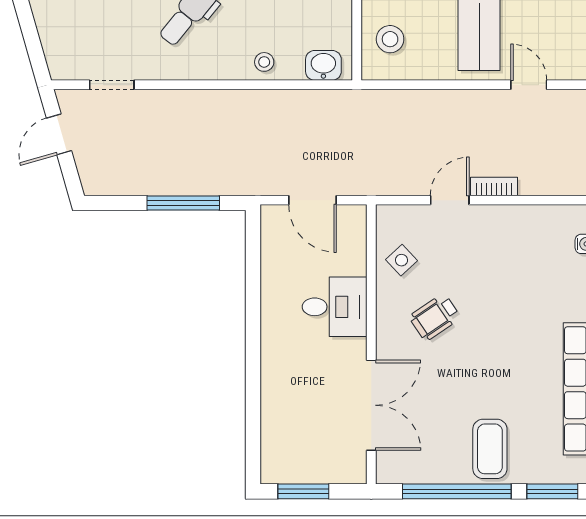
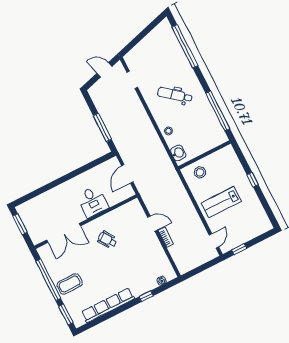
door: (529, 85) -> (214, 241), moved
side table: (401, 260) -> (122, 217), removed

